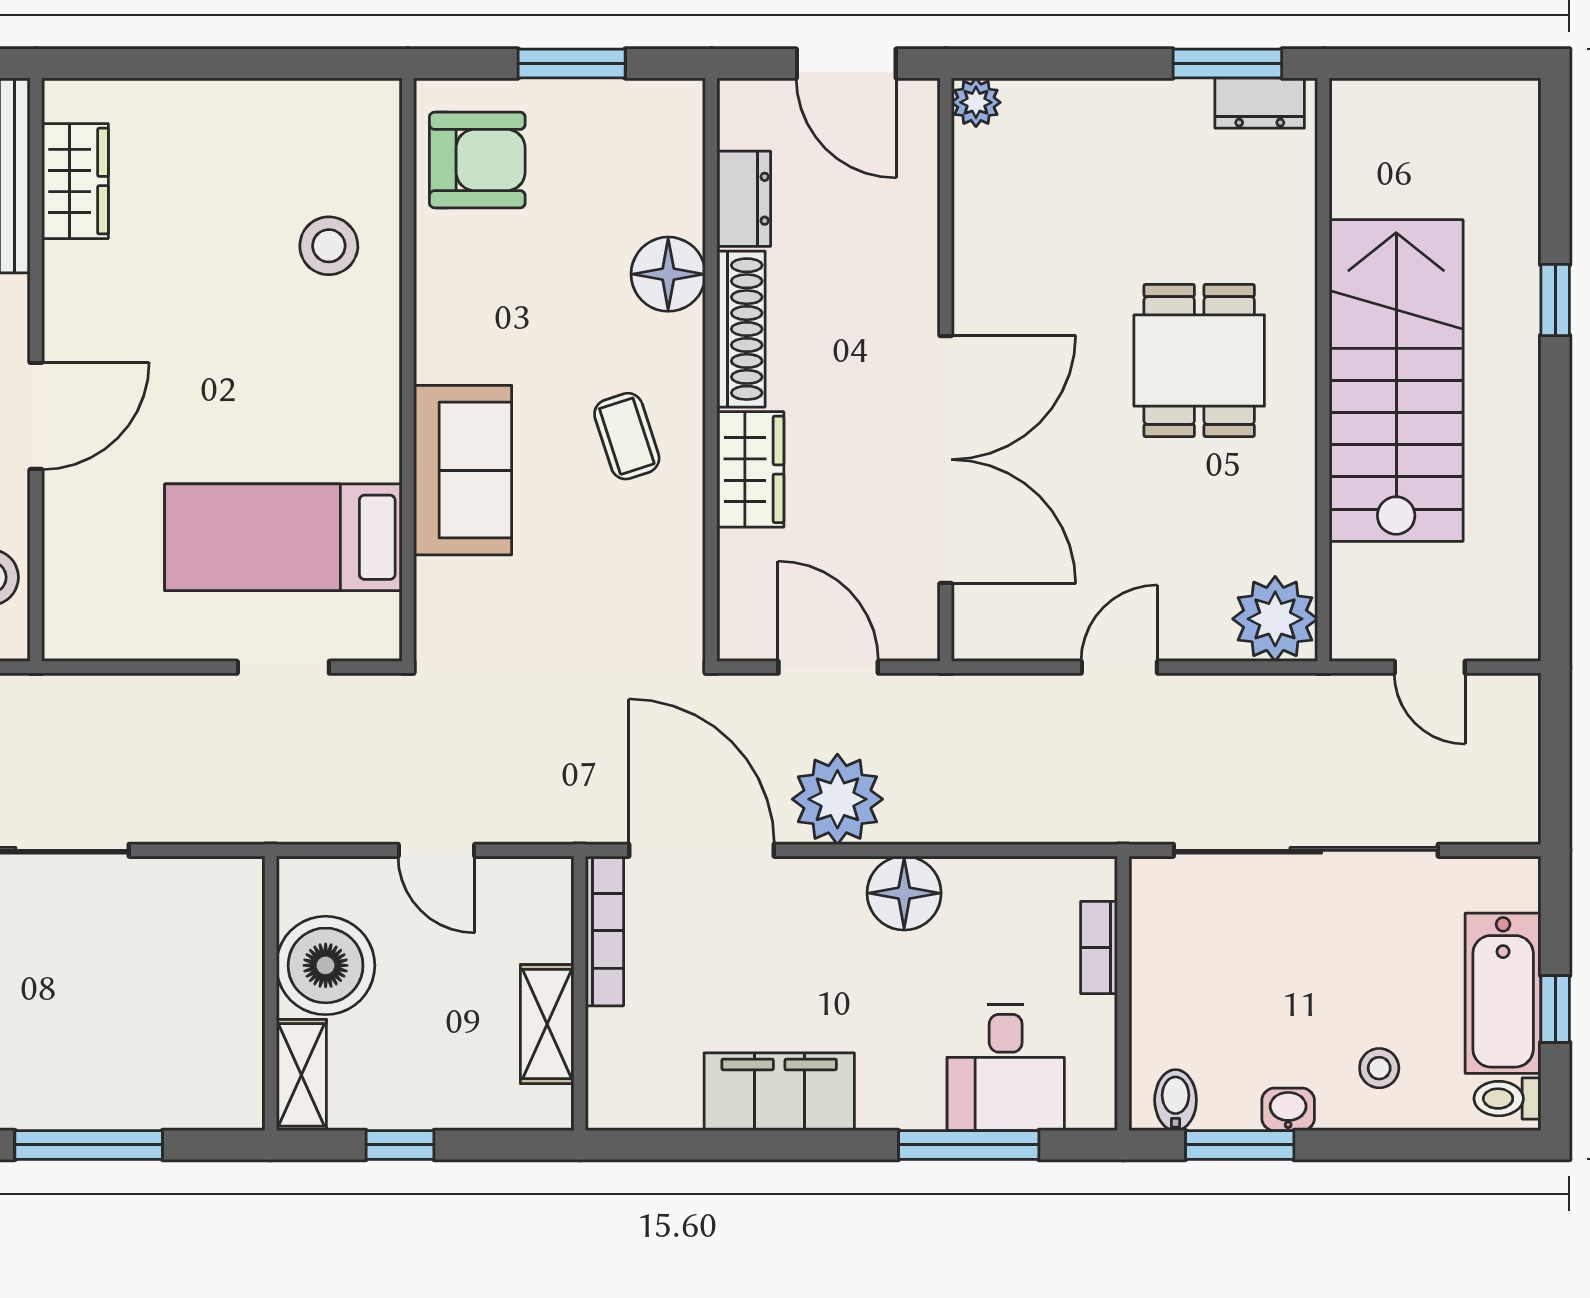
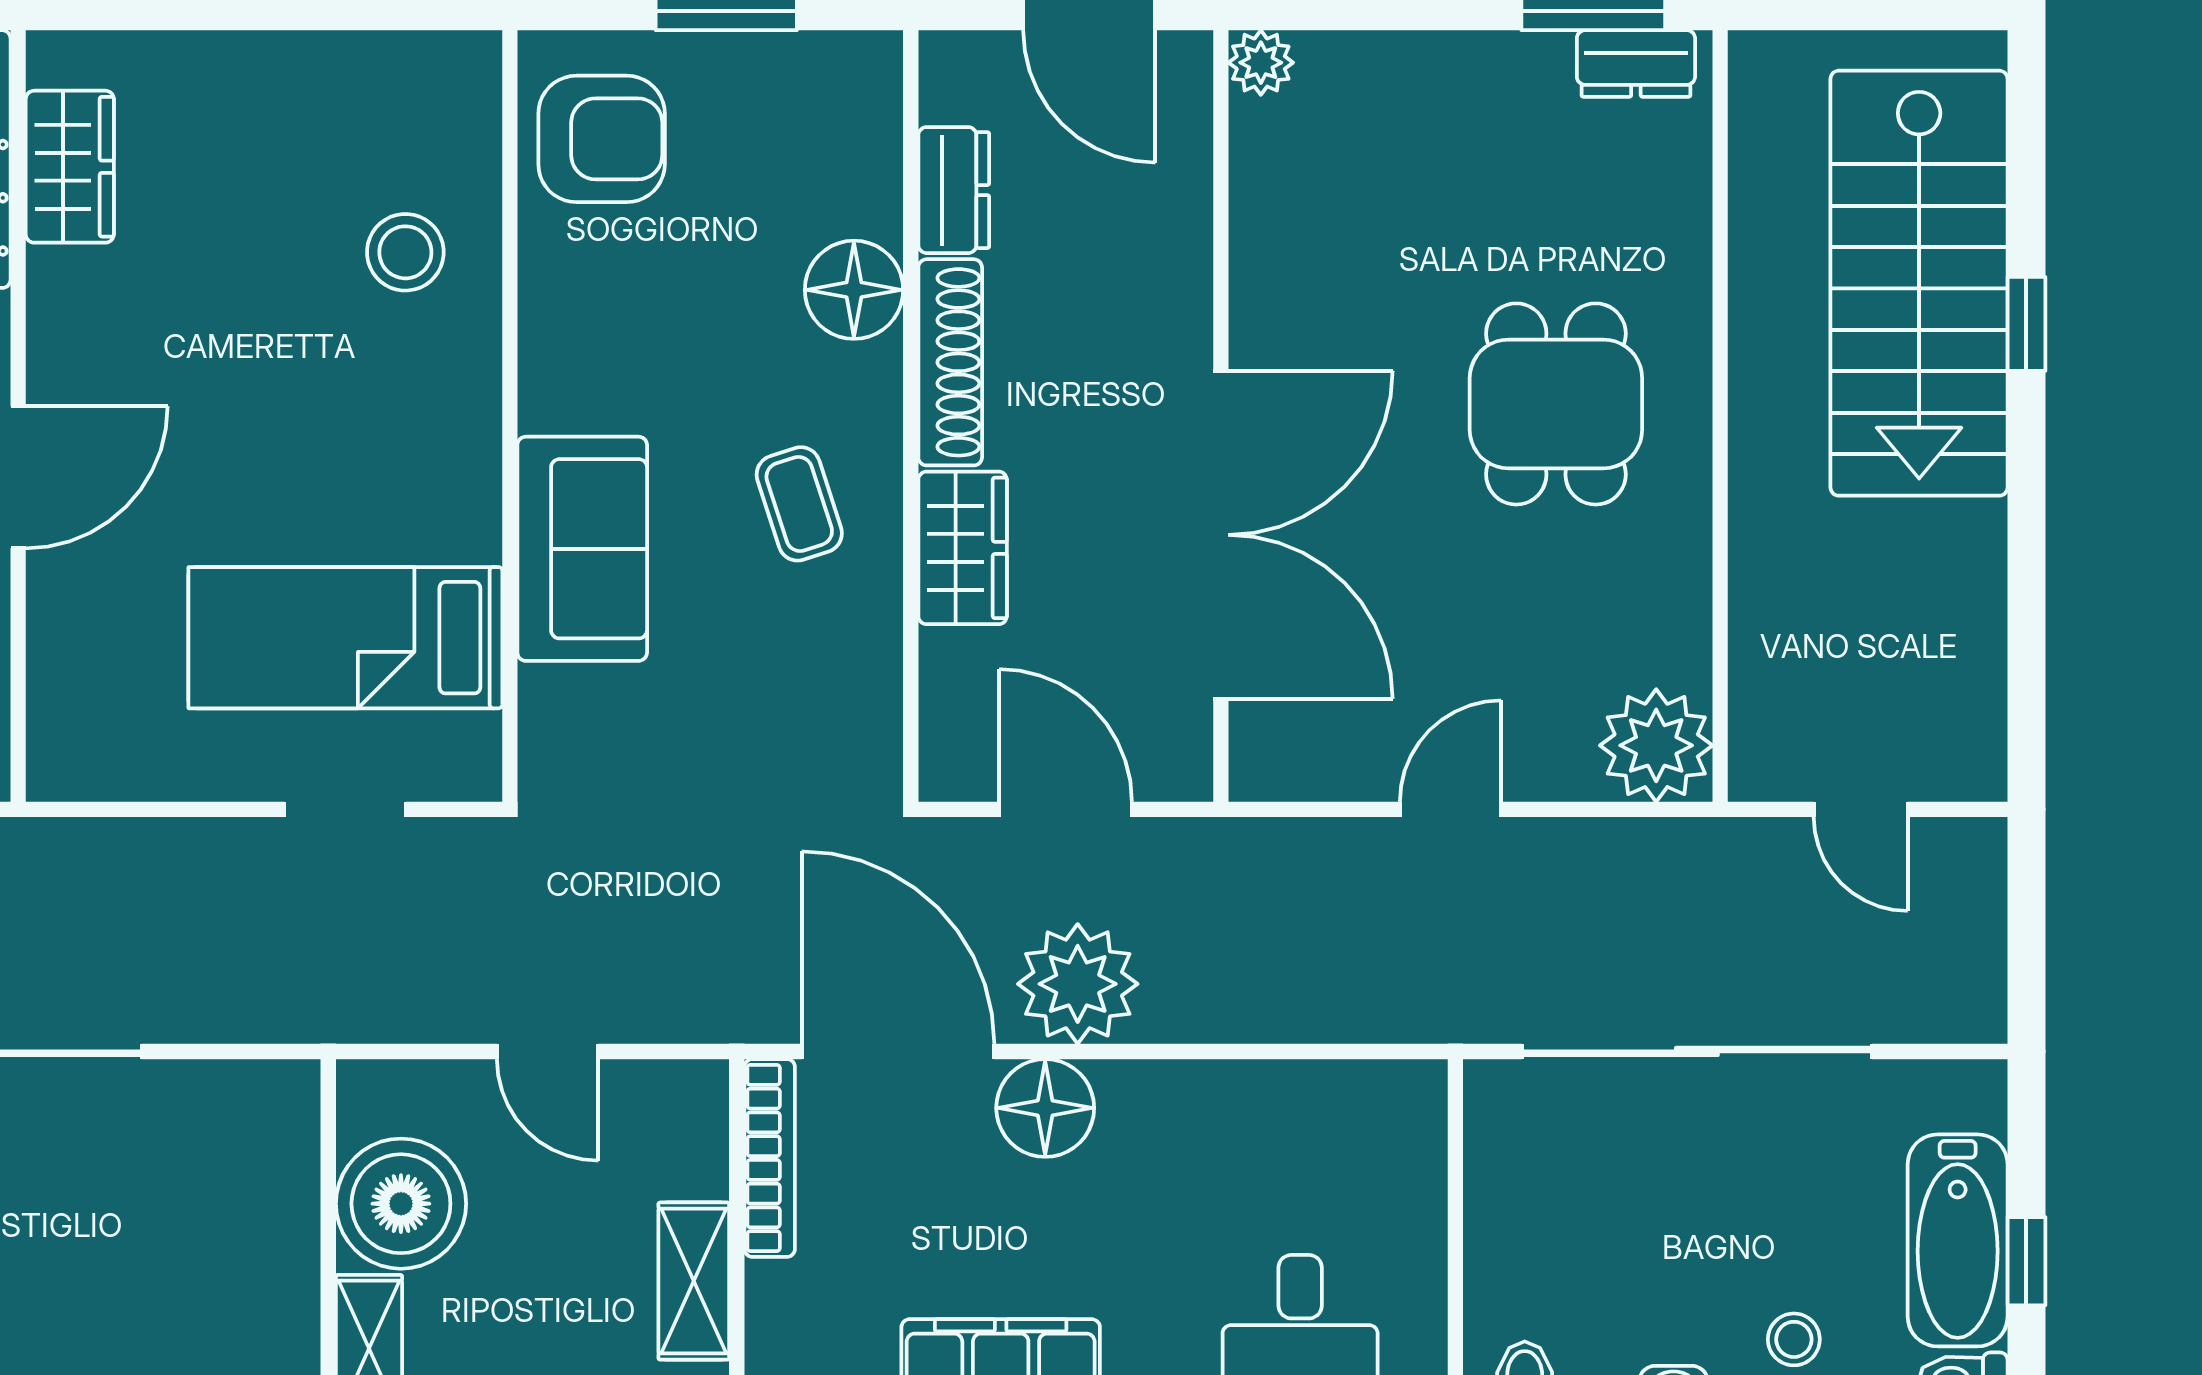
stairs: (1396, 380) -> (1919, 283), moved, turned 180
floor lamp: (904, 893) -> (1045, 1108), moved
bookcase: (1099, 947) -> (1423, 1180), removed

